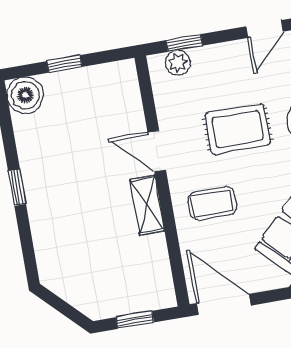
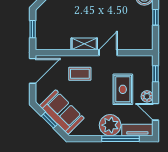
plant: (178, 63) -> (147, 96), moved
rug: (238, 129) -> (123, 89), moved
coffee table: (212, 203) -> (80, 74), turned 90

